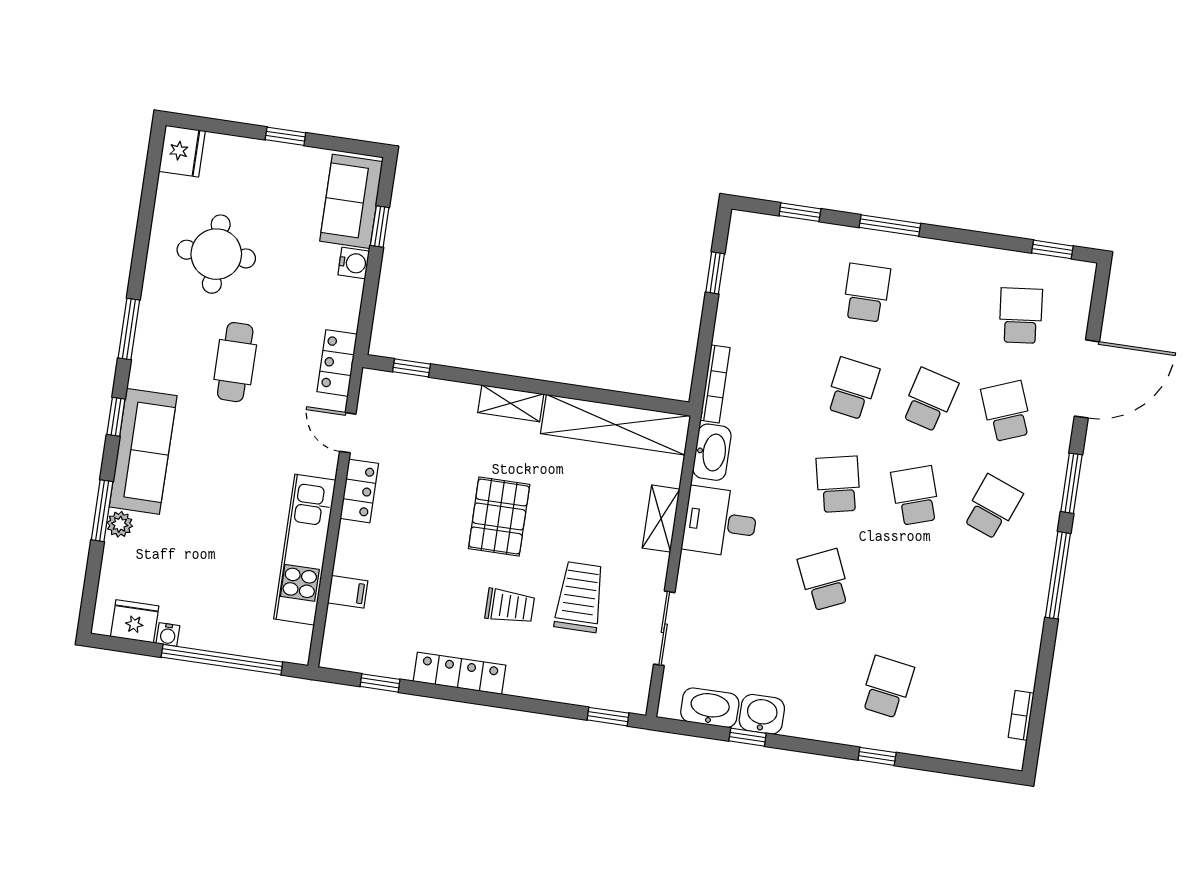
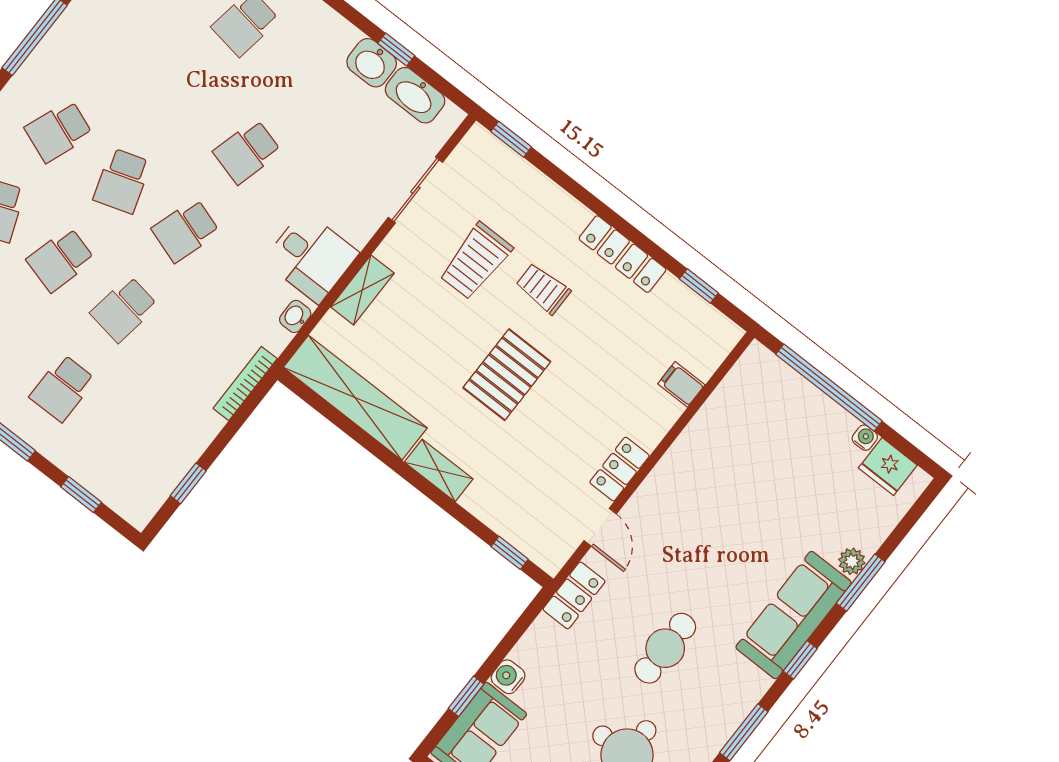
washbasin: (712, 452) -> (295, 316), width x0.52, depth x0.69
school desk: (838, 484) -> (186, 231), turned 30
kitchen unit: (305, 550) -> (698, 444), removed
school desk: (824, 580) -> (247, 152), turned 39

